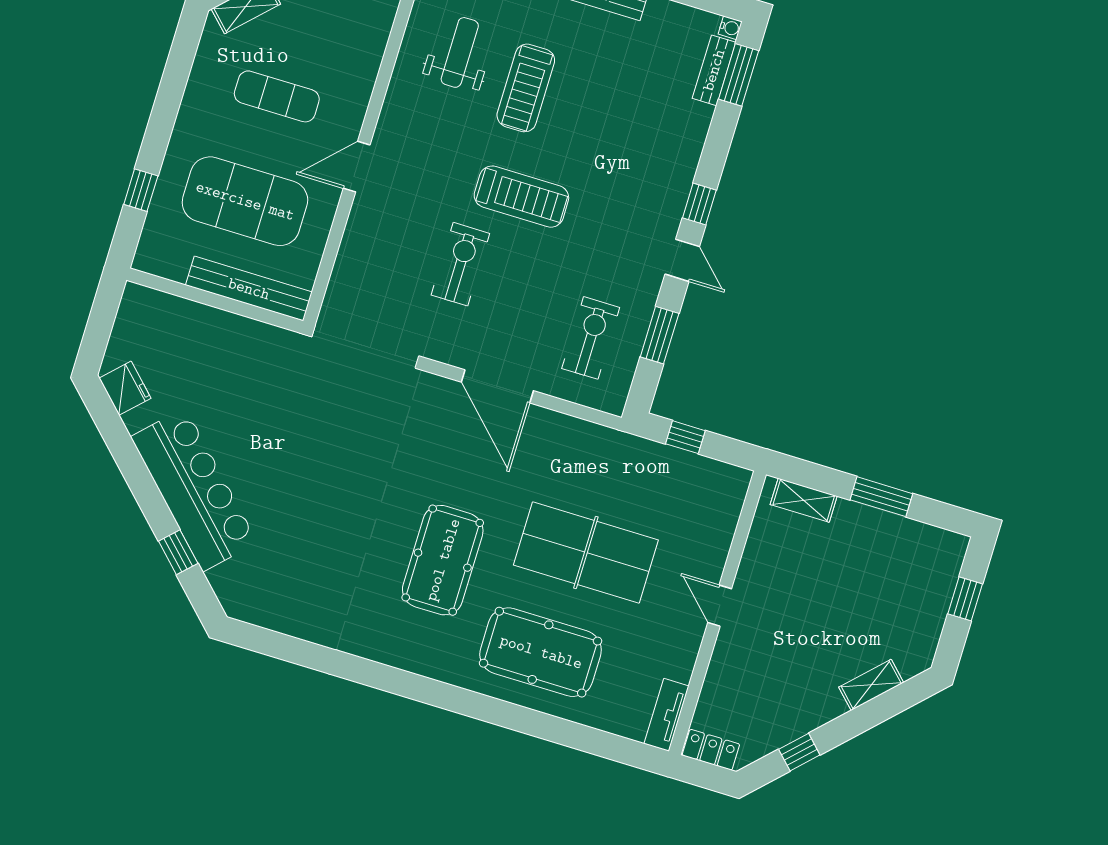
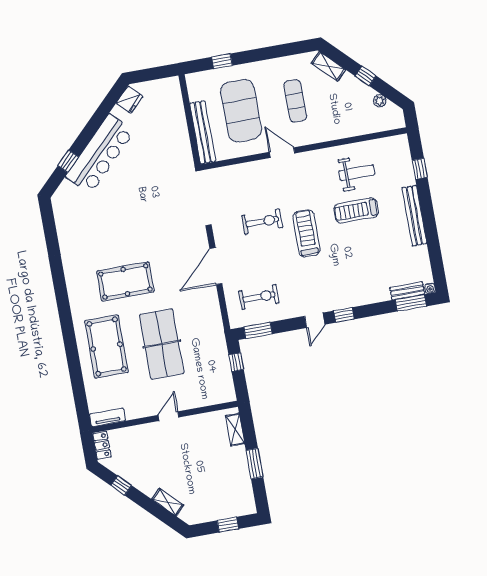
treadmill: (521, 197) -> (306, 233), turned 180
window: (660, 335) -> (258, 330), moved

